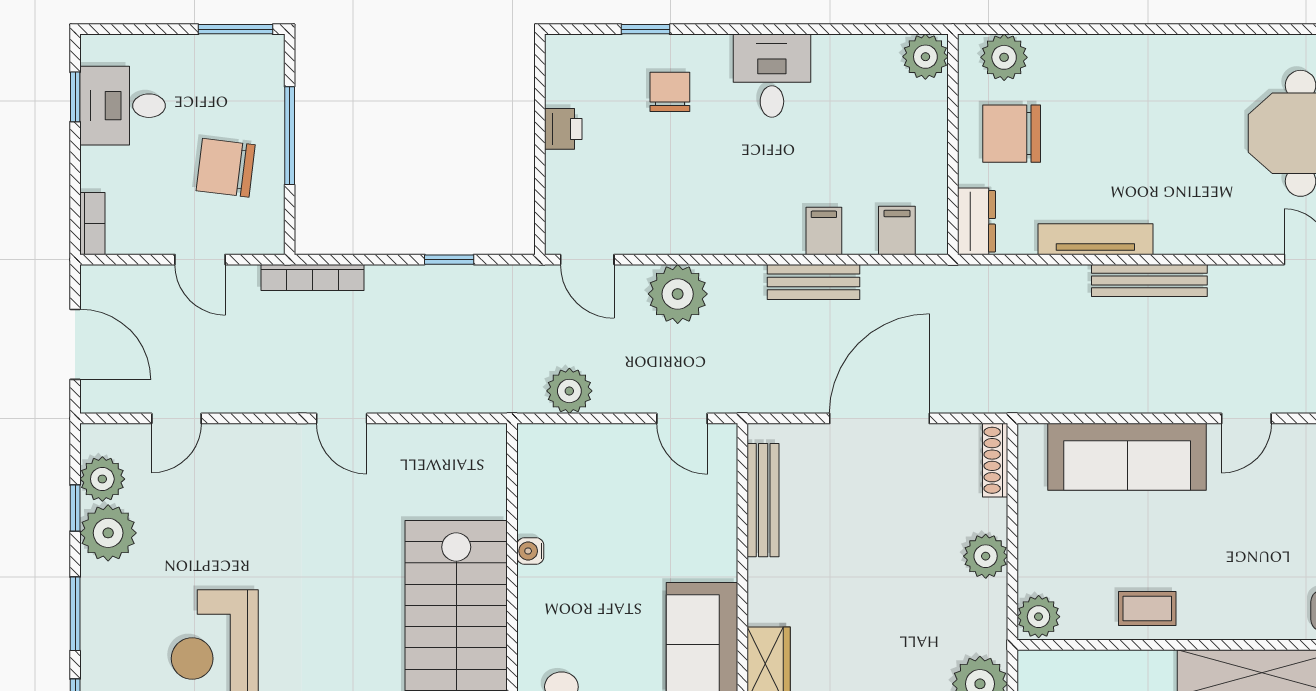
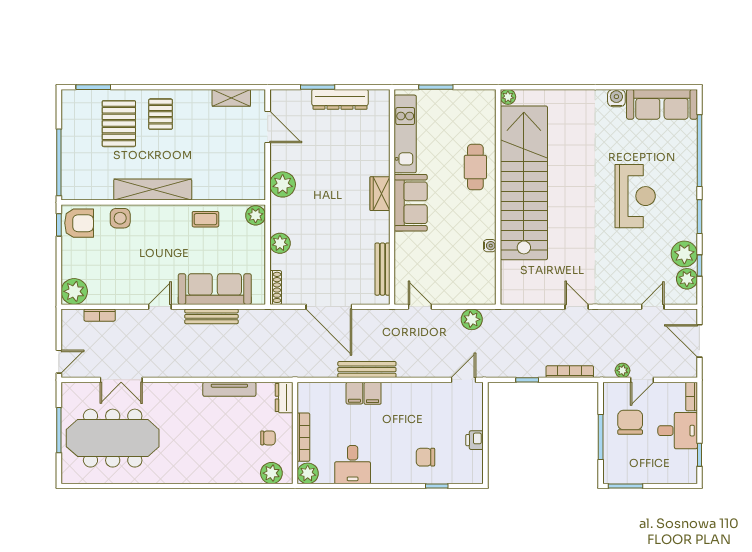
desk: (772, 76) -> (353, 465), moved
chair: (670, 92) -> (425, 457), turned 90
desk: (123, 106) -> (678, 431), moved
chair: (1012, 134) -> (268, 438), width x0.54, depth x0.54
bookcase: (935, 135) -> (303, 437), added
chair: (226, 168) -> (630, 422), turned -97
filing cabinet: (897, 231) -> (373, 393), moved
door: (200, 260) -> (642, 380), swing flipped
door: (587, 260) -> (463, 380), hinge flipped
bookcase: (313, 277) -> (570, 372), moved
bench: (1149, 280) -> (211, 316), moved
bench: (814, 282) -> (367, 370), width x1.36
plant: (678, 294) -> (622, 370), moved, width x0.53, depth x0.53
door: (880, 418) -> (329, 307), hinge flipped

